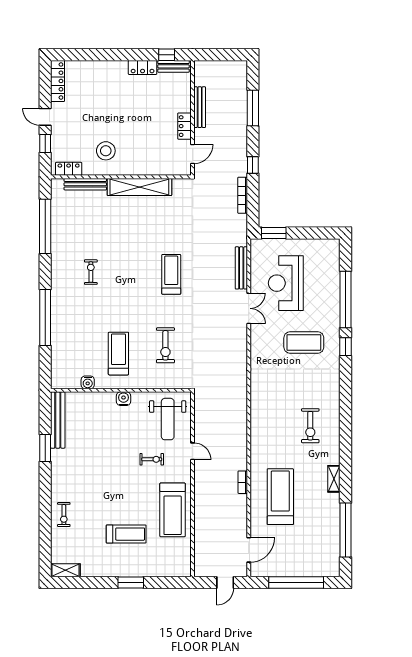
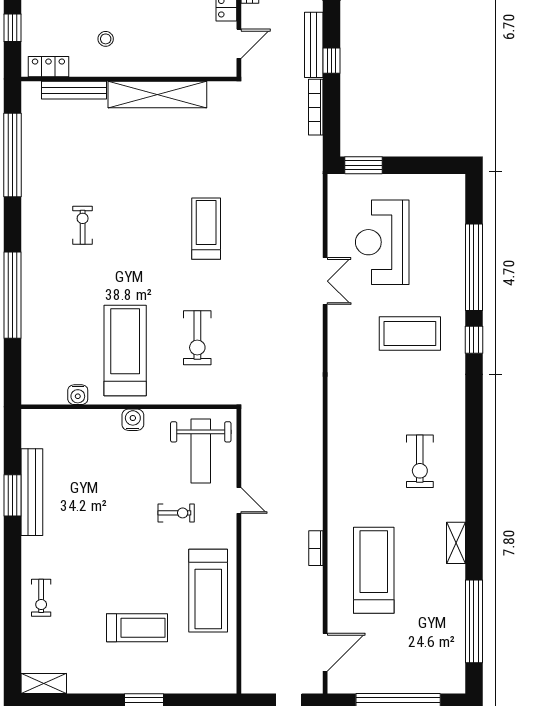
stool: (106, 151) -> (106, 39), width x0.53, depth x0.53
bench: (241, 268) -> (314, 45), moved
treadmill: (118, 354) -> (125, 350), width x1.37, depth x1.38
bench: (58, 420) -> (32, 492), moved

